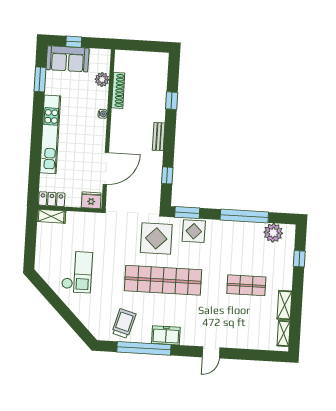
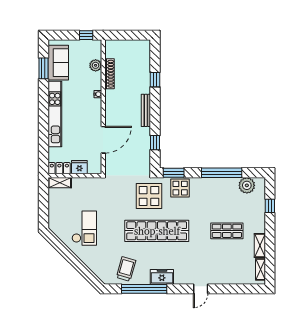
window: (74, 42) -> (86, 35), moved
sofa: (68, 59) -> (58, 63), moved, turned -90
bench: (159, 137) -> (146, 110), width x1.36
fridge: (91, 200) -> (79, 167), moved

